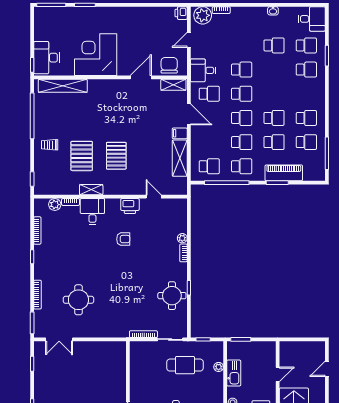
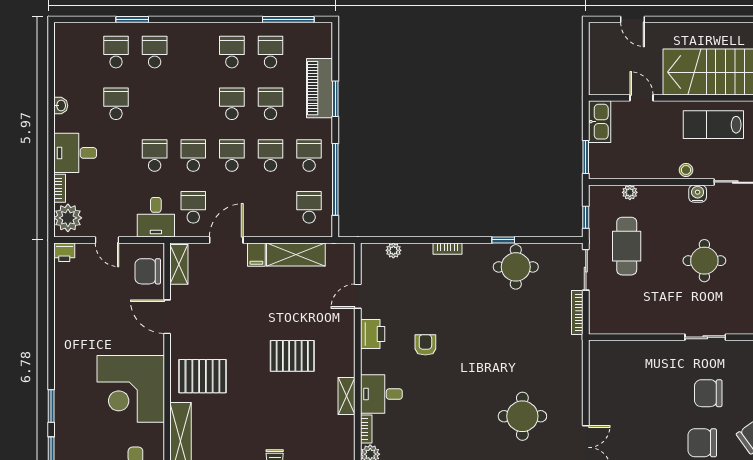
desk: (312, 19) -> (75, 153), moved, turned -90
pallet: (82, 156) -> (202, 376), moved
plant: (182, 238) -> (393, 250), moved
kitchen sink: (234, 373) -> (600, 122), moved, turned 90

